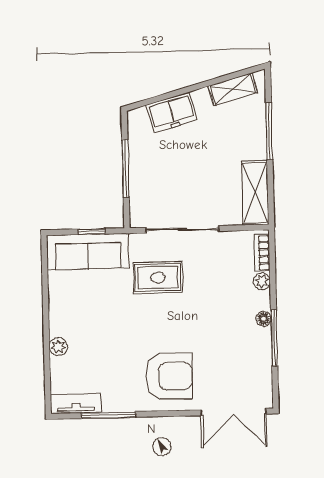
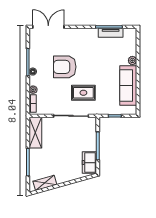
freezer: (172, 112) -> (89, 163), moved, turned -74
sofa: (88, 252) -> (128, 85), moved, turned -90
armchair: (169, 376) -> (65, 67), moved
tv unit: (76, 404) -> (111, 33), moved

